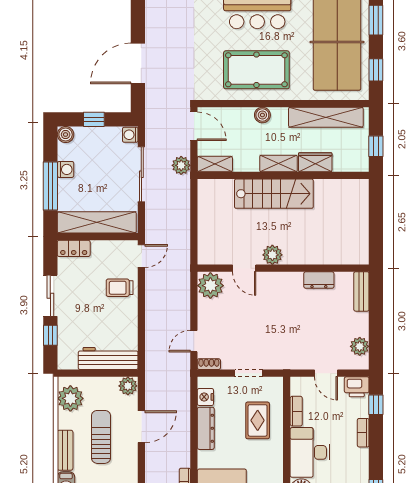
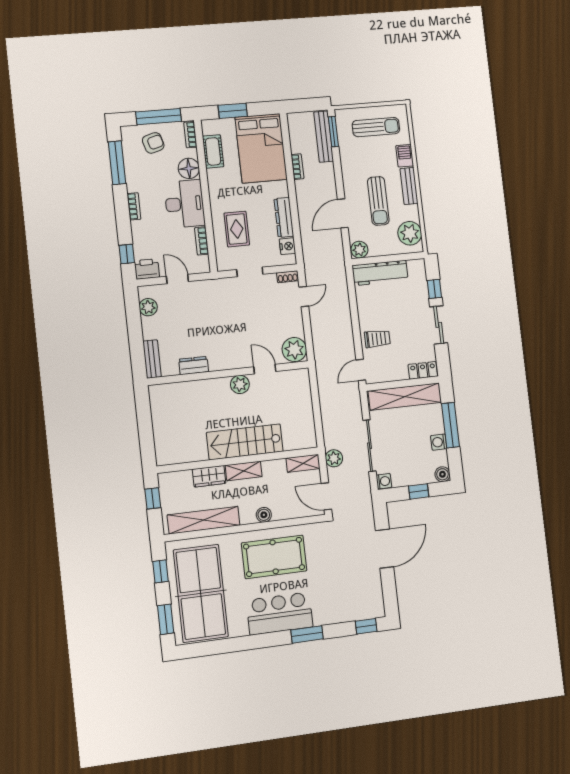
bookcase: (363, 433) -> (134, 206), moved

